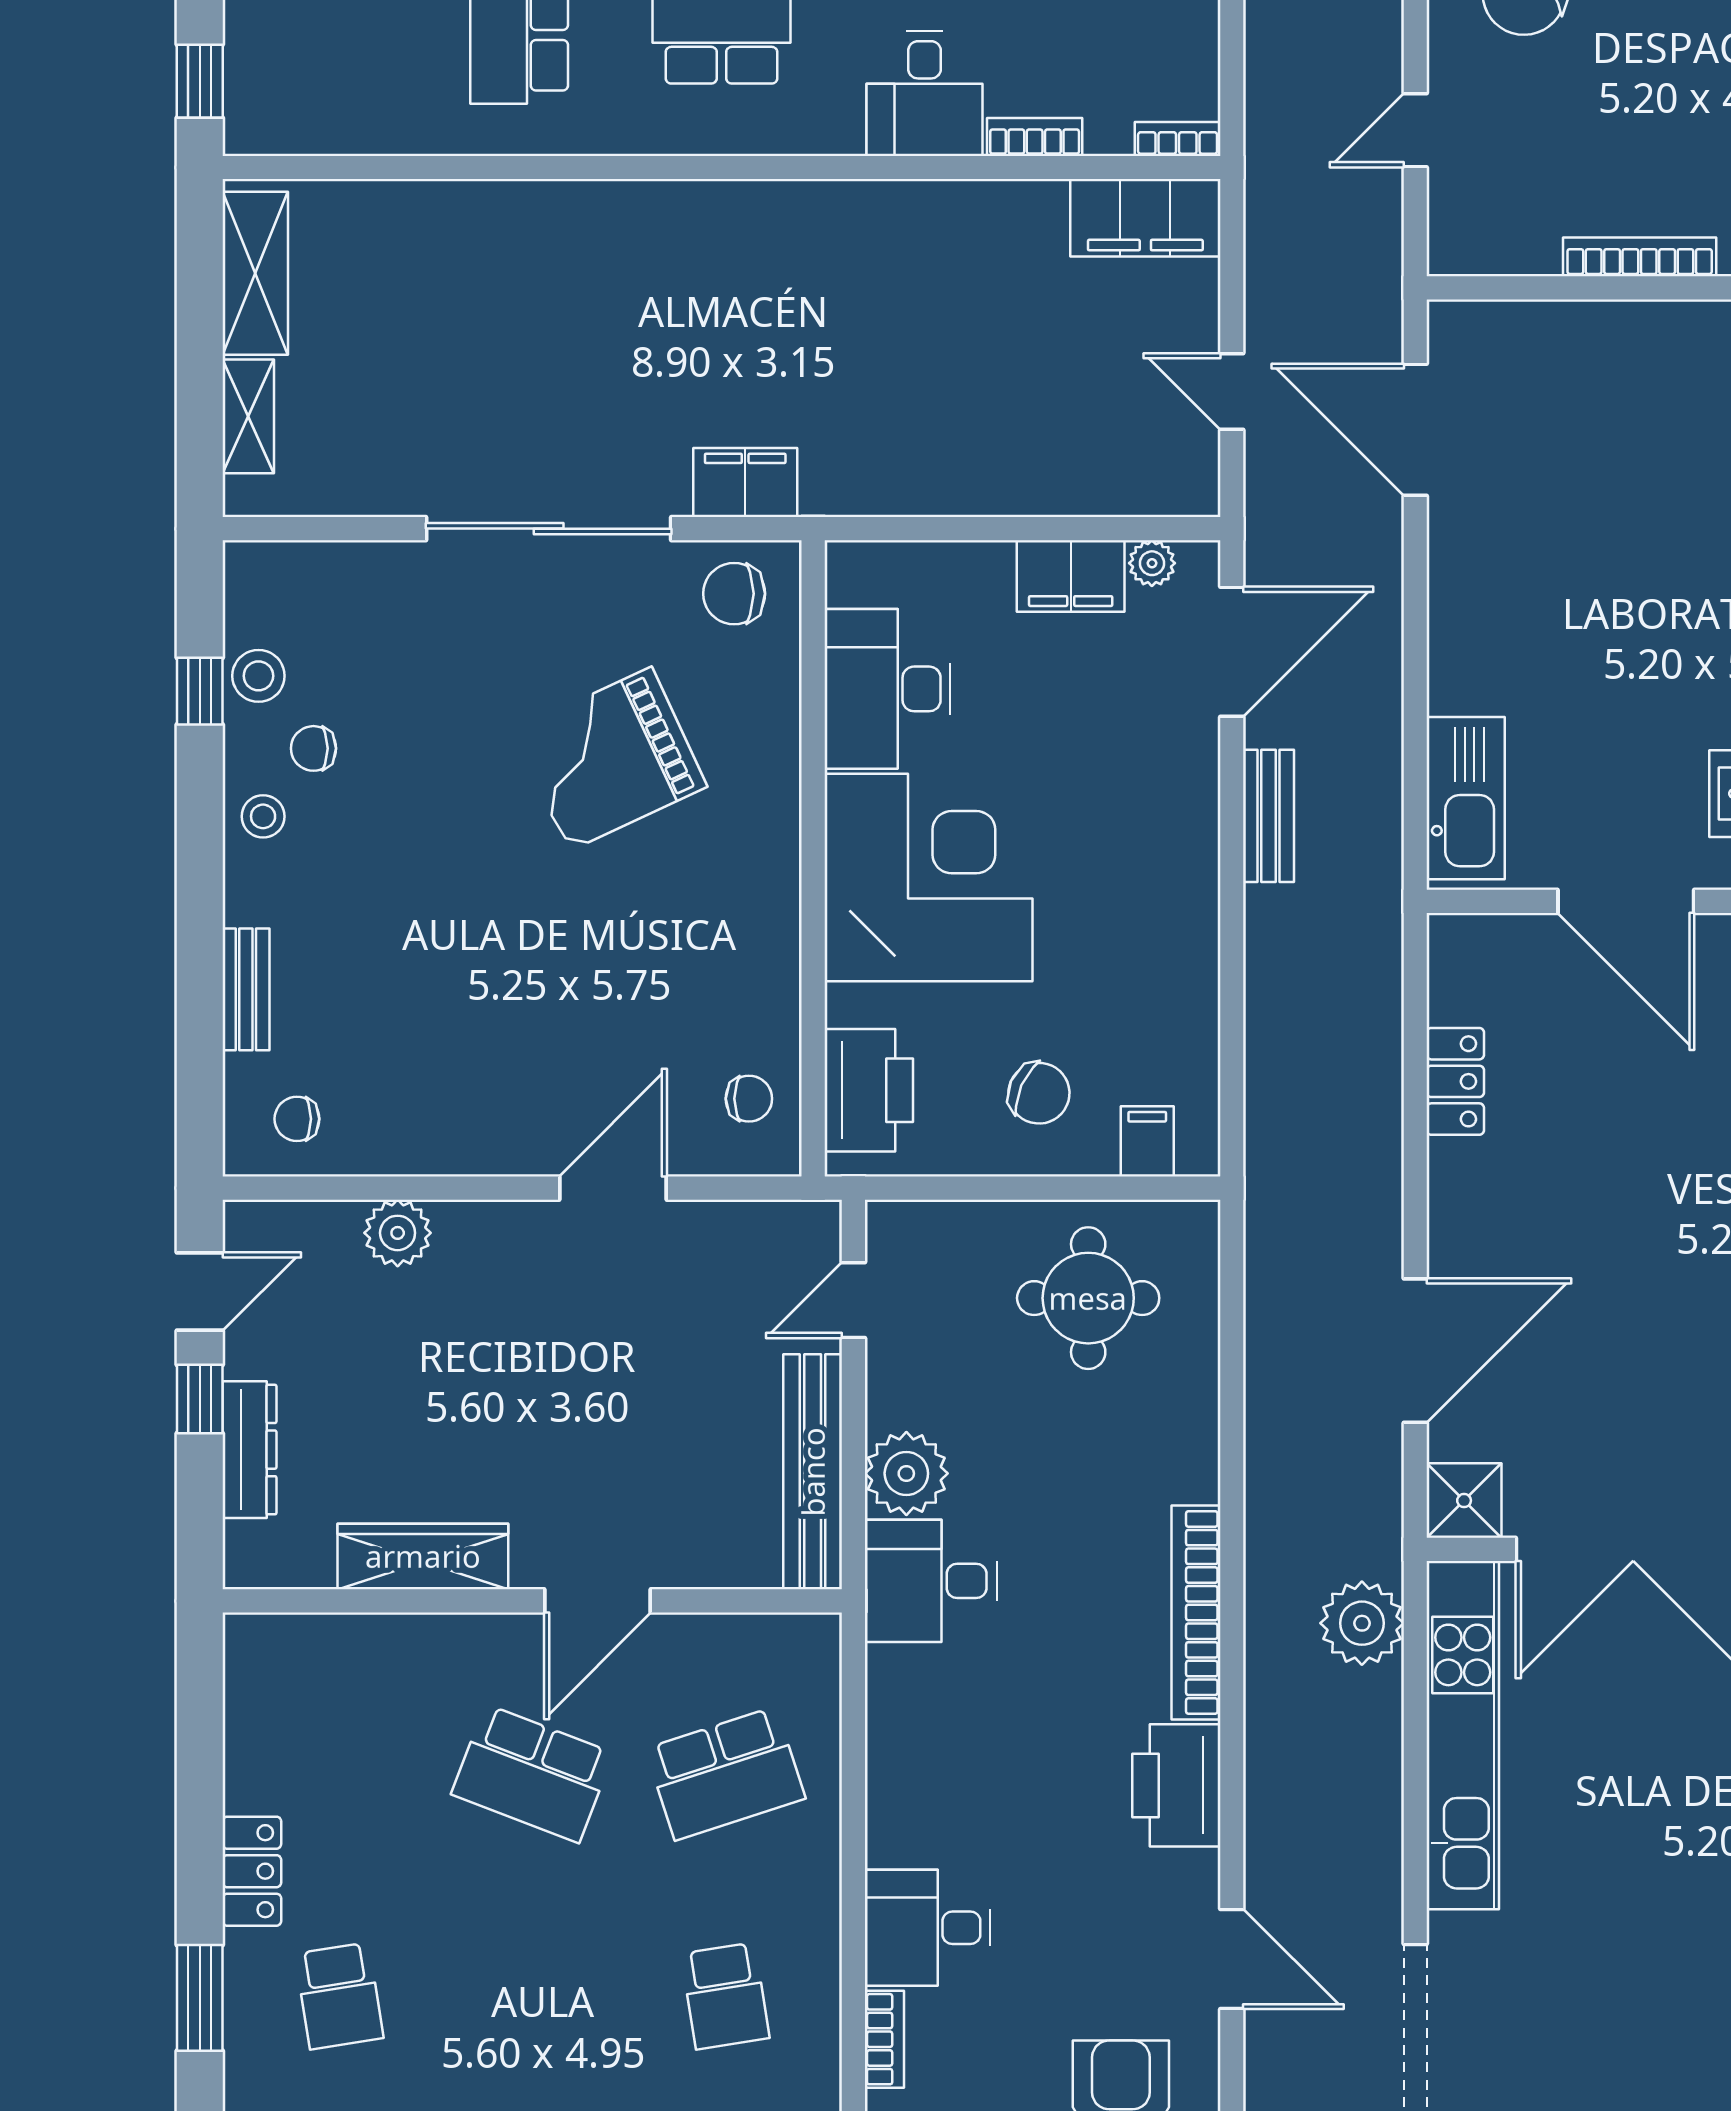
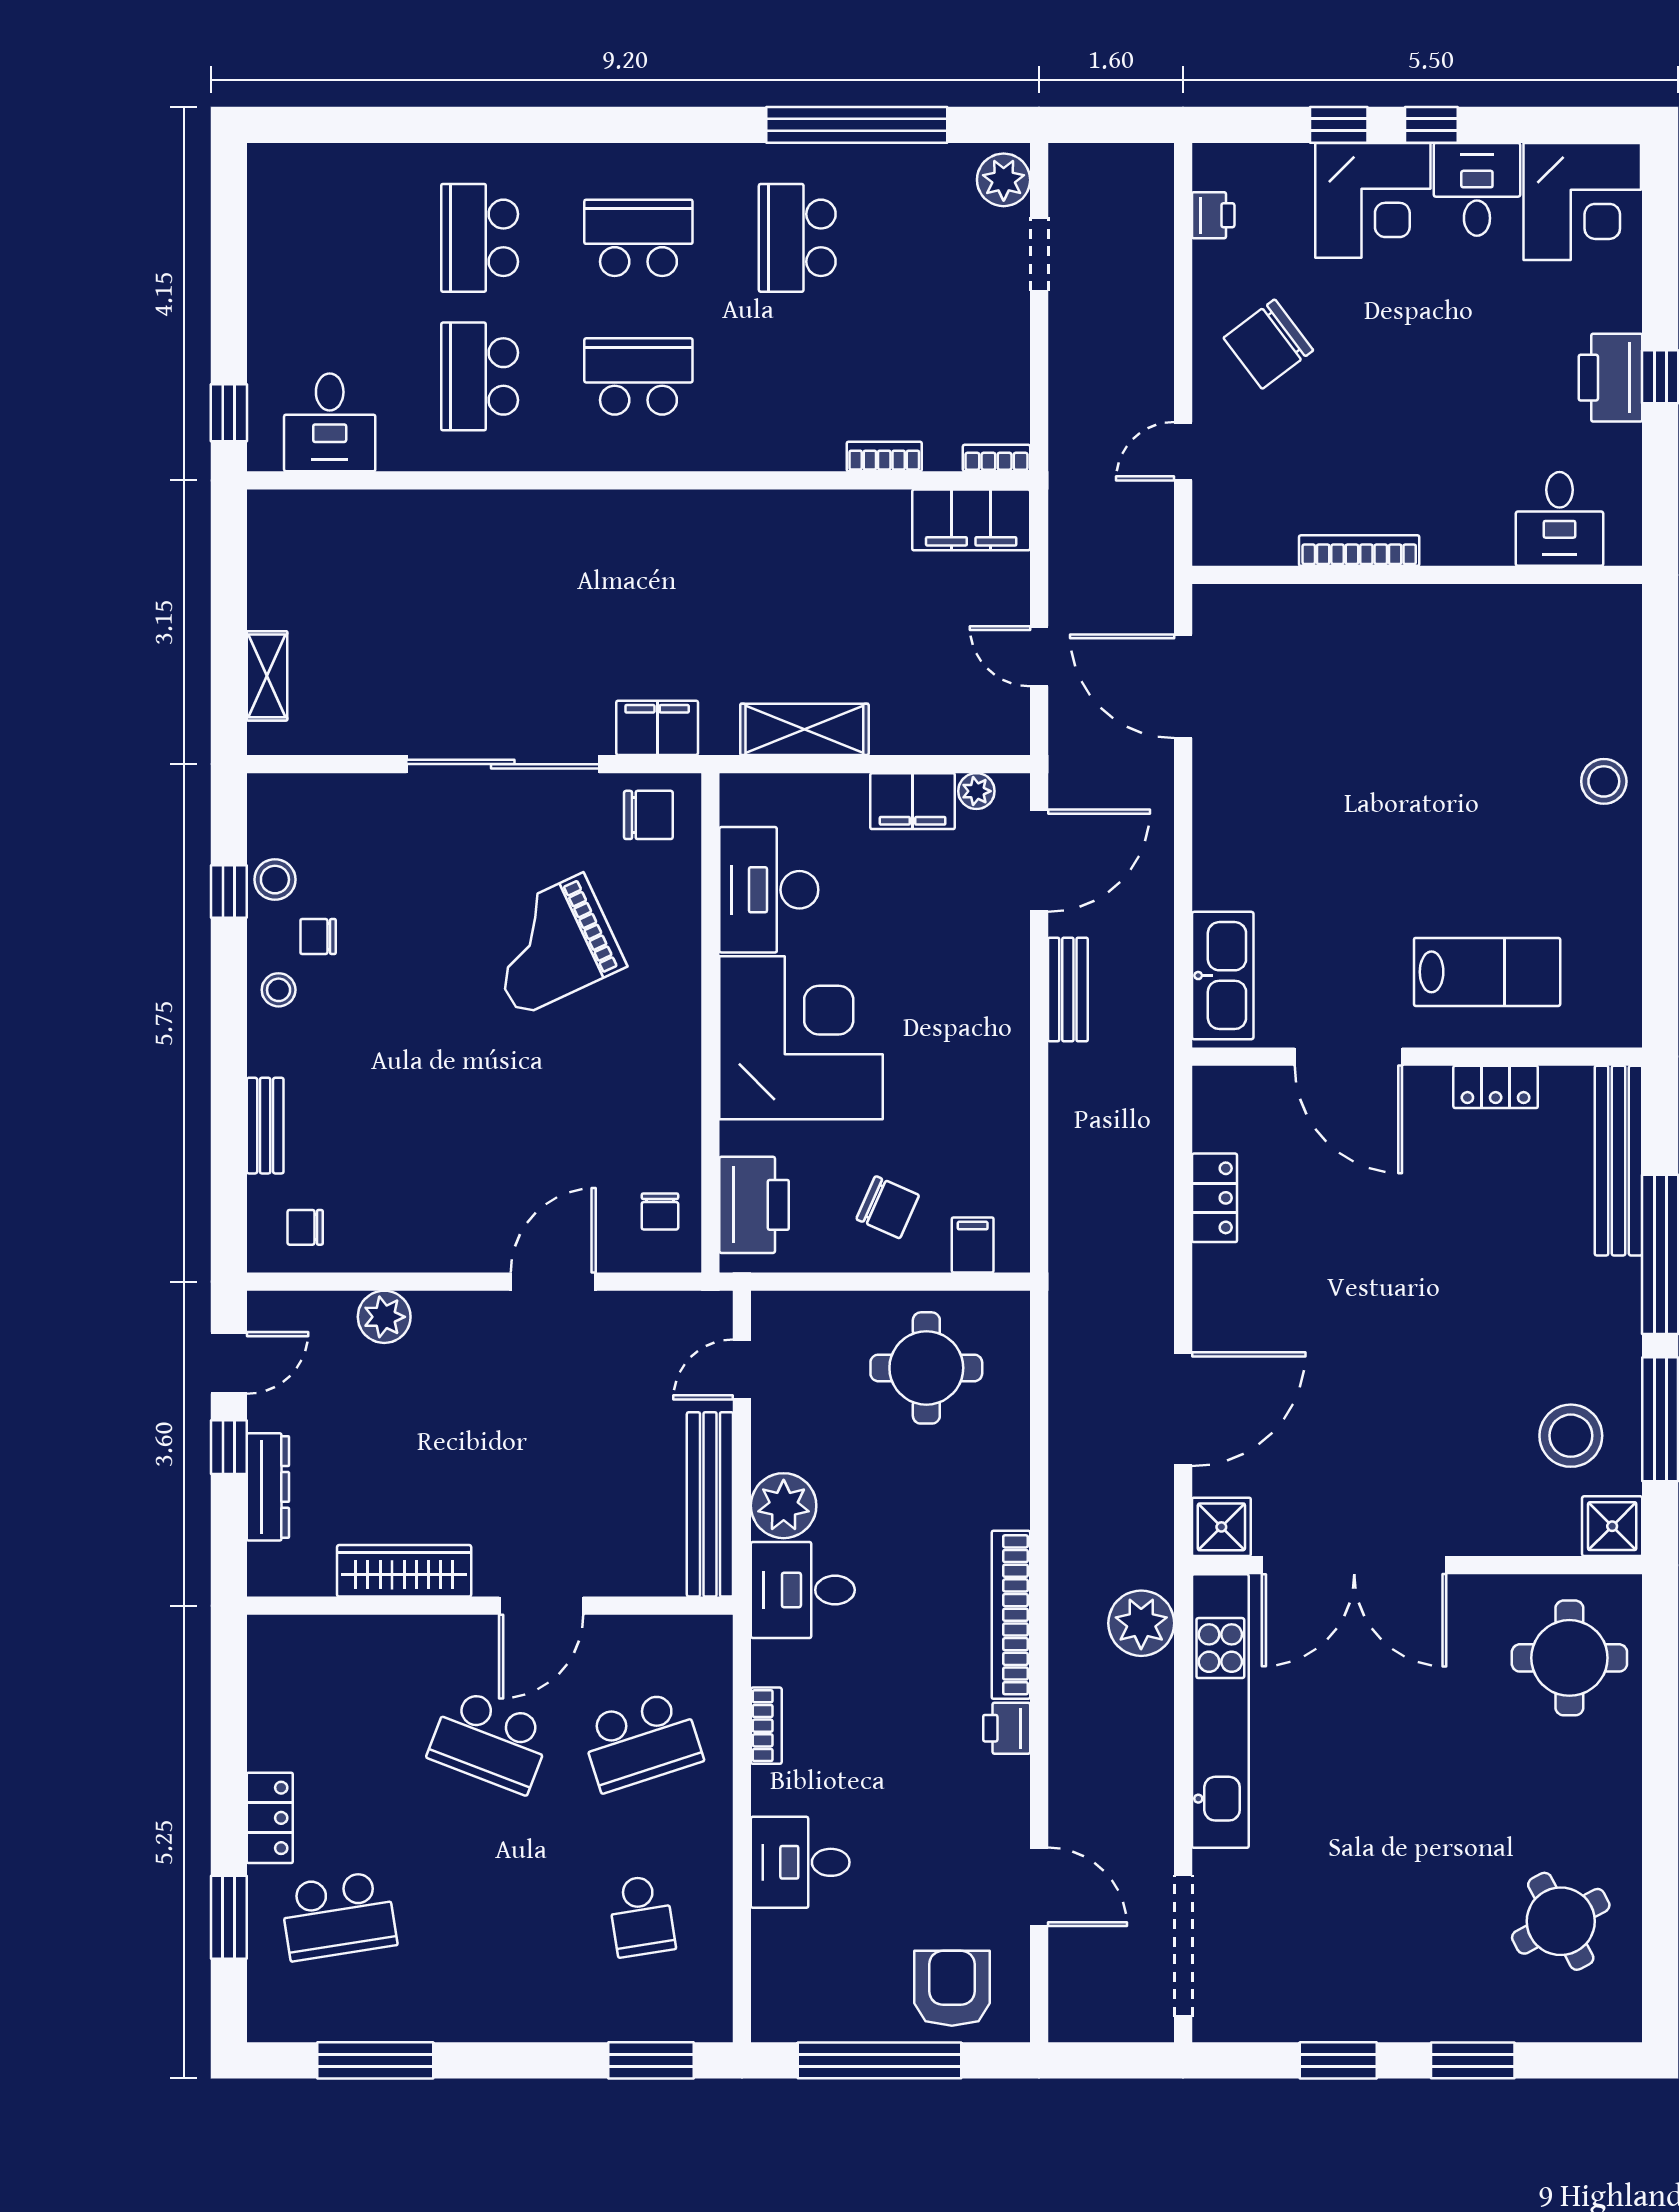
desk: (925, 94) -> (330, 422), moved
shelving: (255, 273) -> (804, 729), moved, turned 90
chair: (734, 594) -> (648, 815), turned 180
chair: (749, 1099) -> (660, 1211), turned 90
printer: (1176, 1785) -> (1007, 1728), width x0.53, depth x0.68
school desk: (339, 1996) -> (338, 1916), width x1.85
bookcase: (884, 2039) -> (766, 1726), moved

